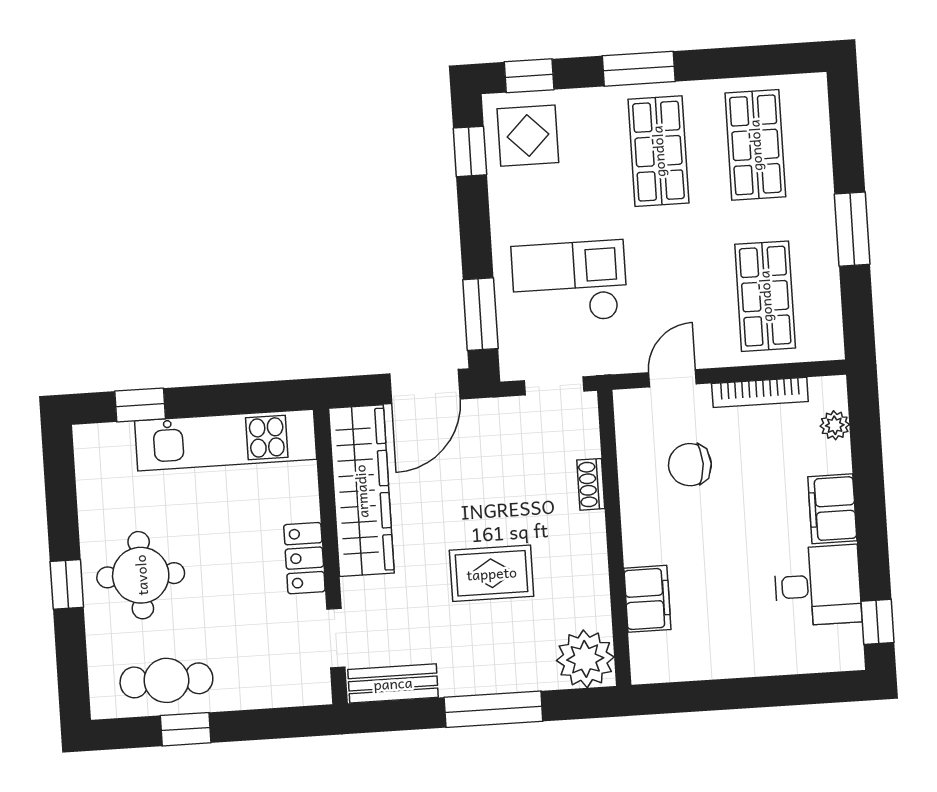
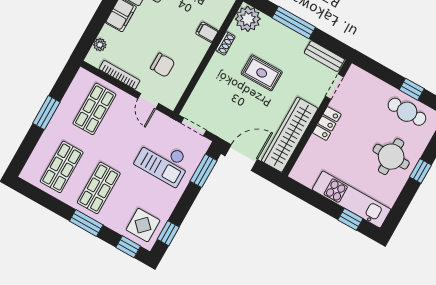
door: (672, 378) -> (148, 101), hinge flipped
kitchen unit: (226, 440) -> (351, 199), moved
shoe rack: (591, 484) -> (225, 43), moved
filing cabinet: (647, 599) -> (207, 32), width x0.50

